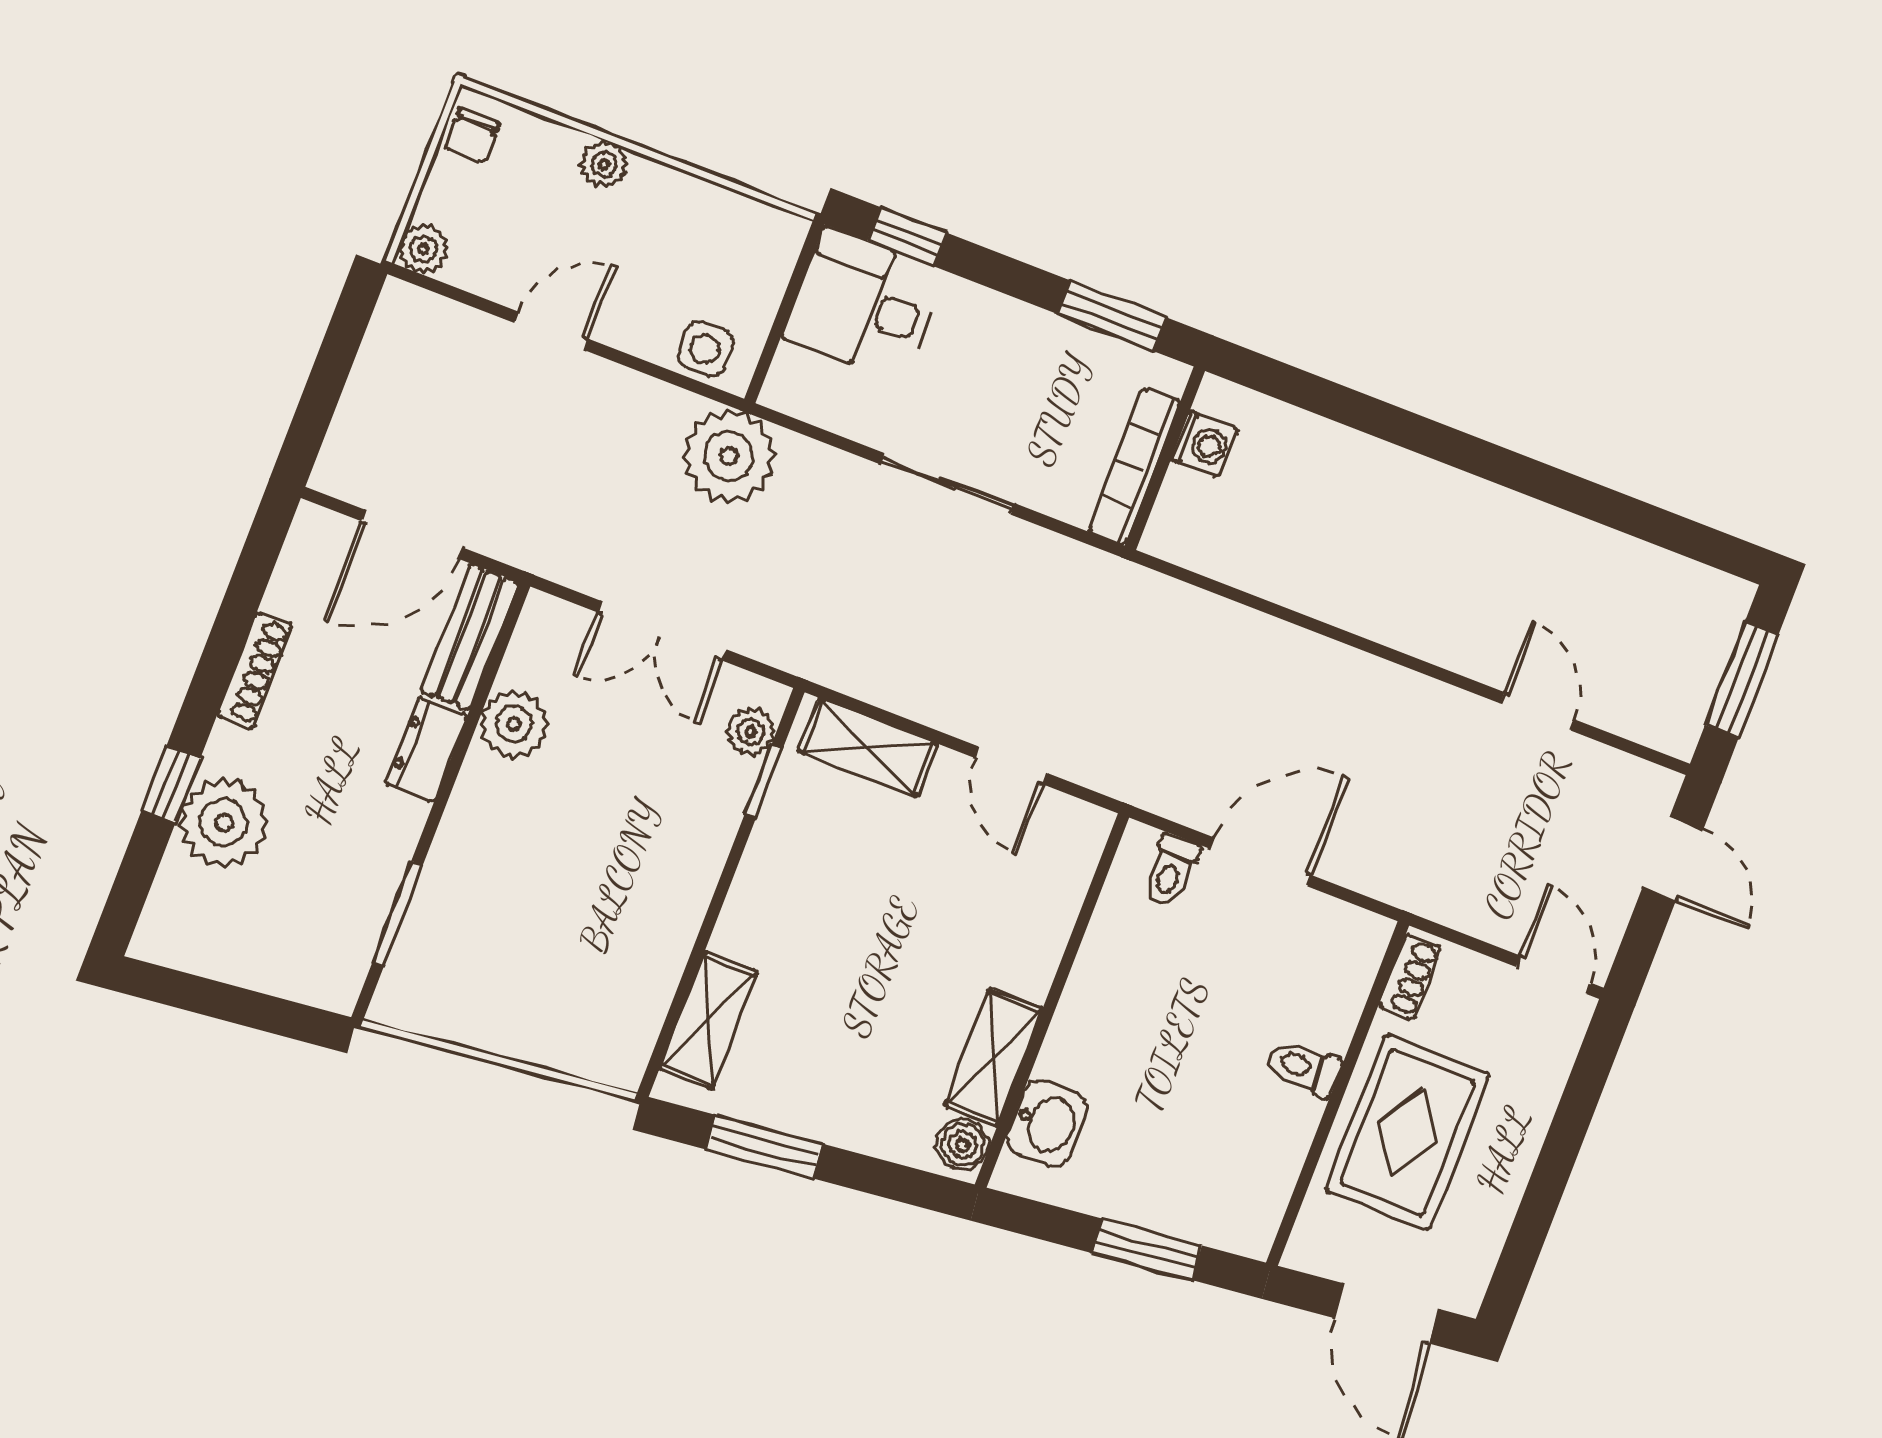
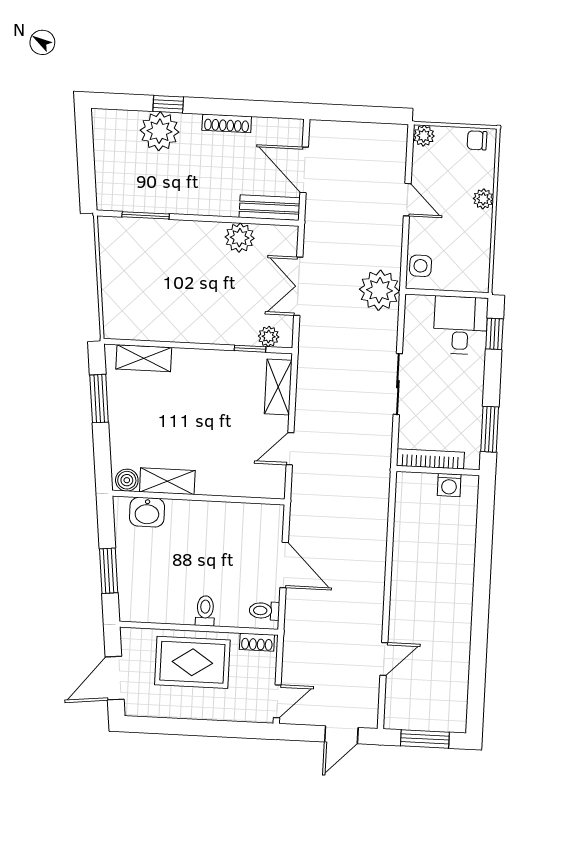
dresser: (426, 750) -> (217, 205), removed
toilet: (1171, 870) -> (264, 611), moved

